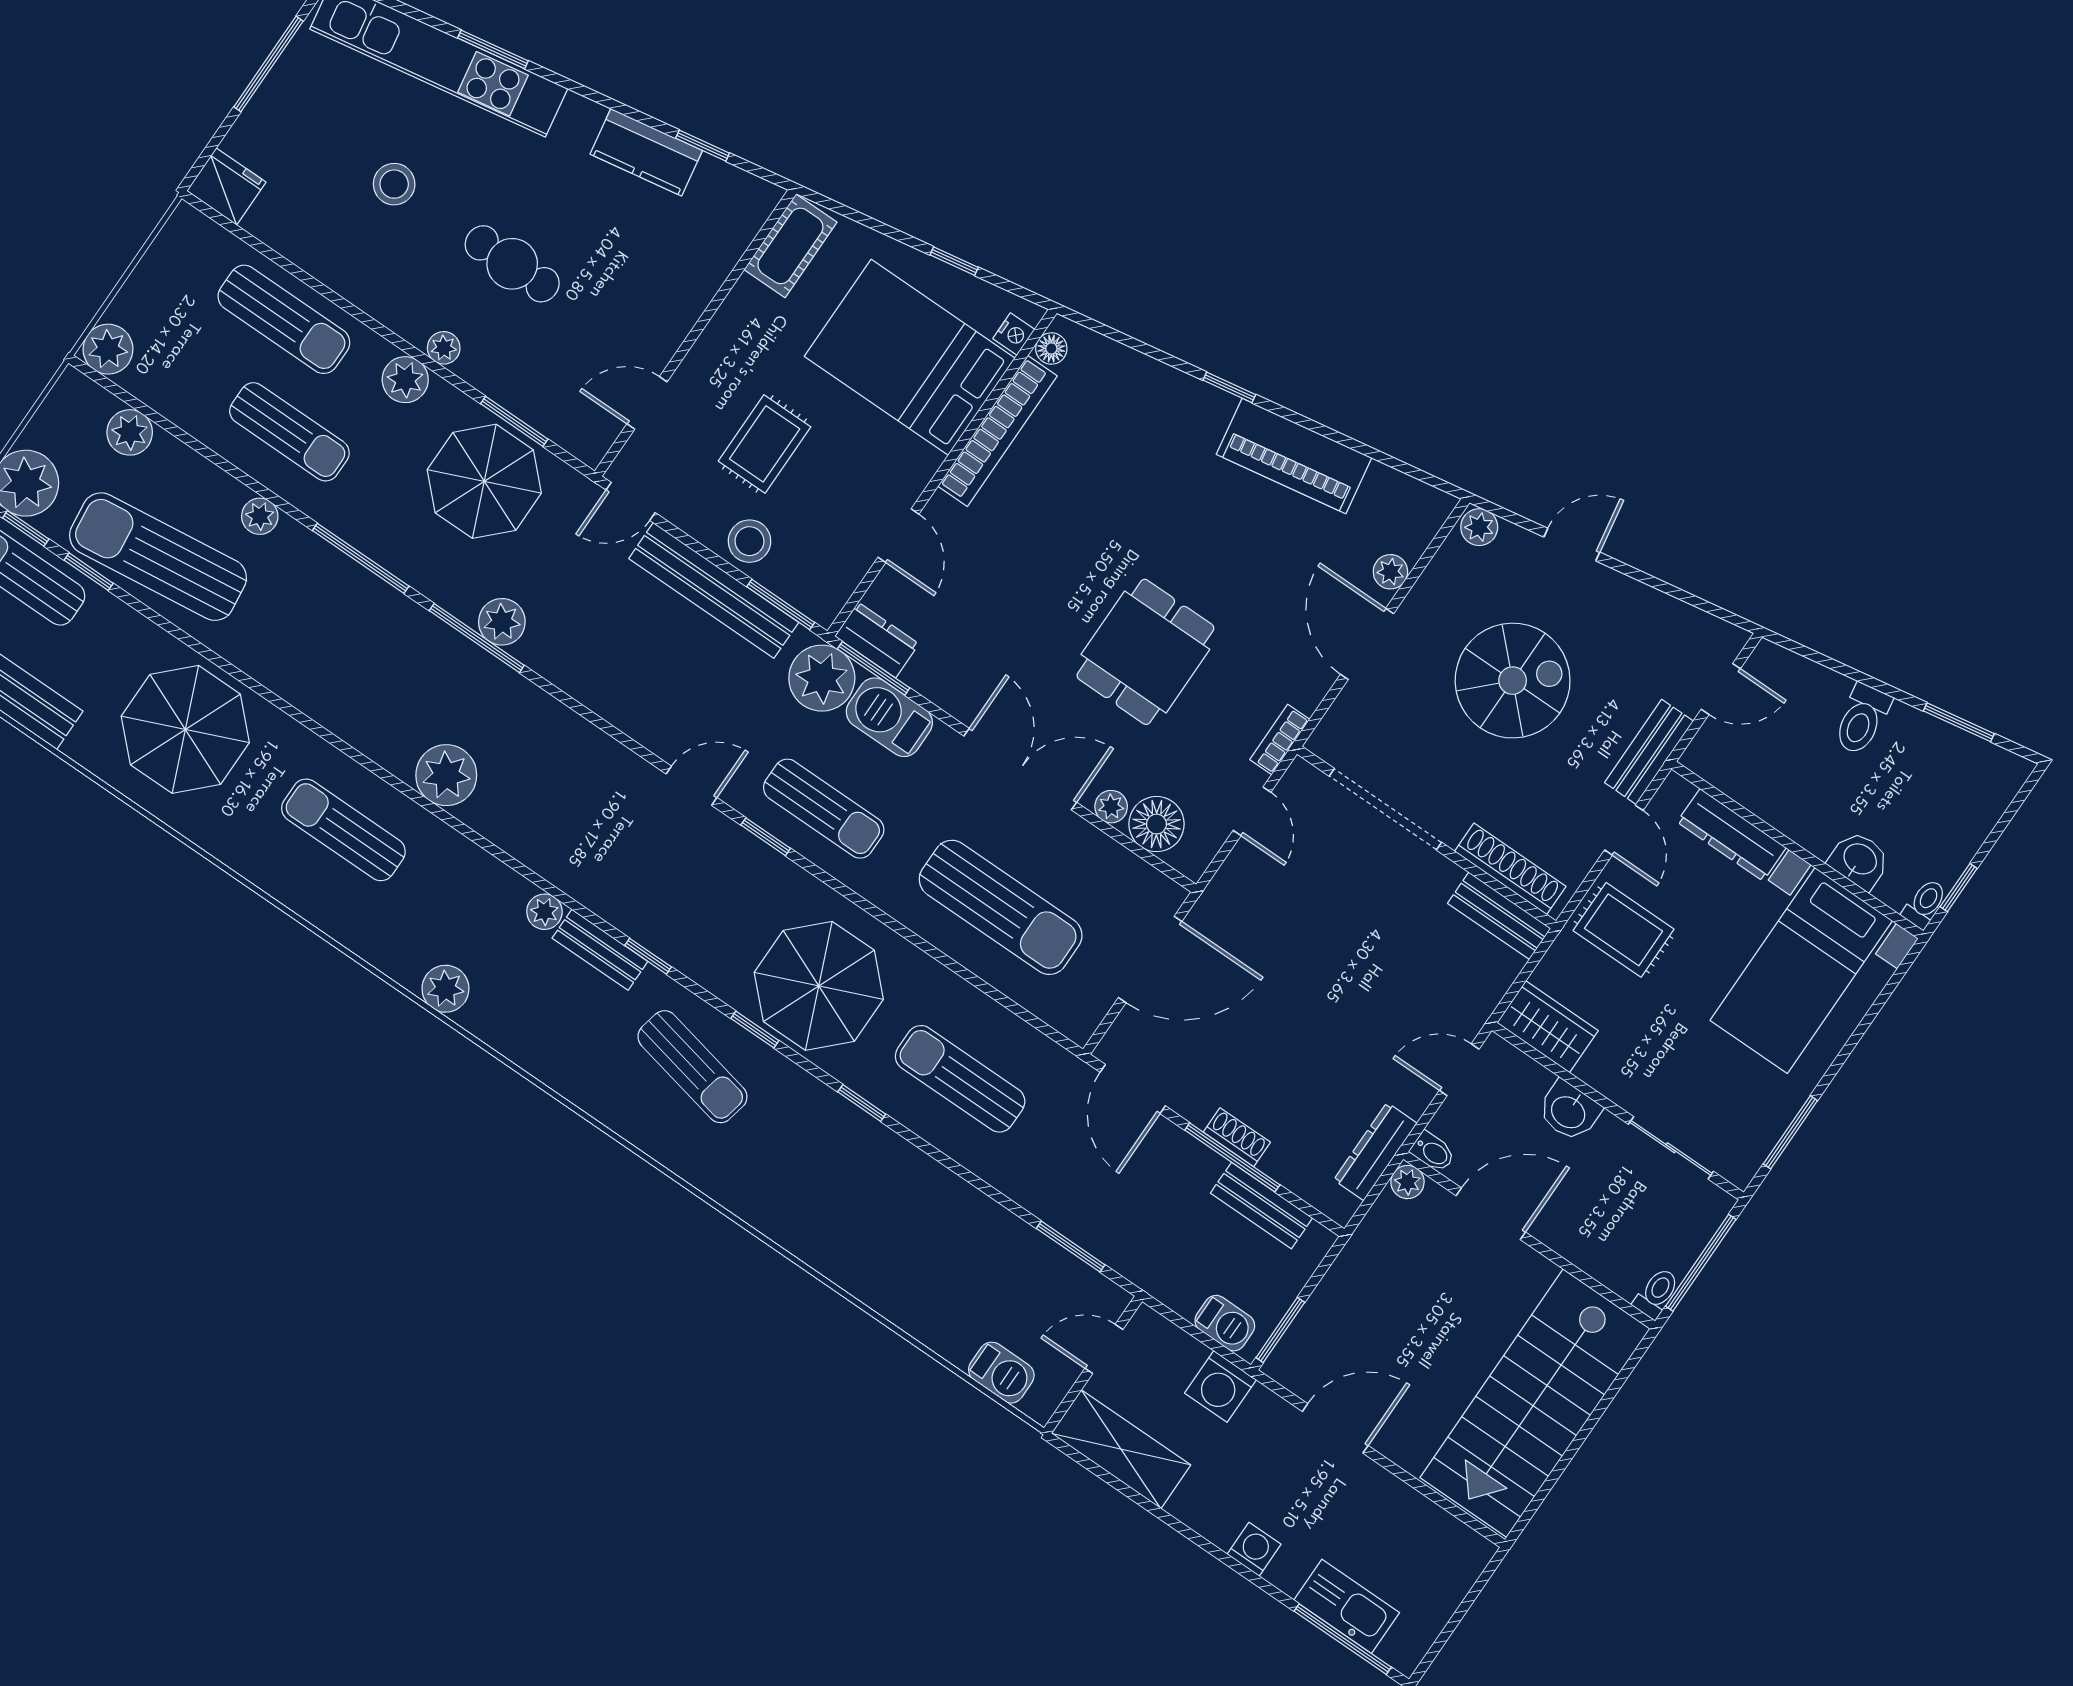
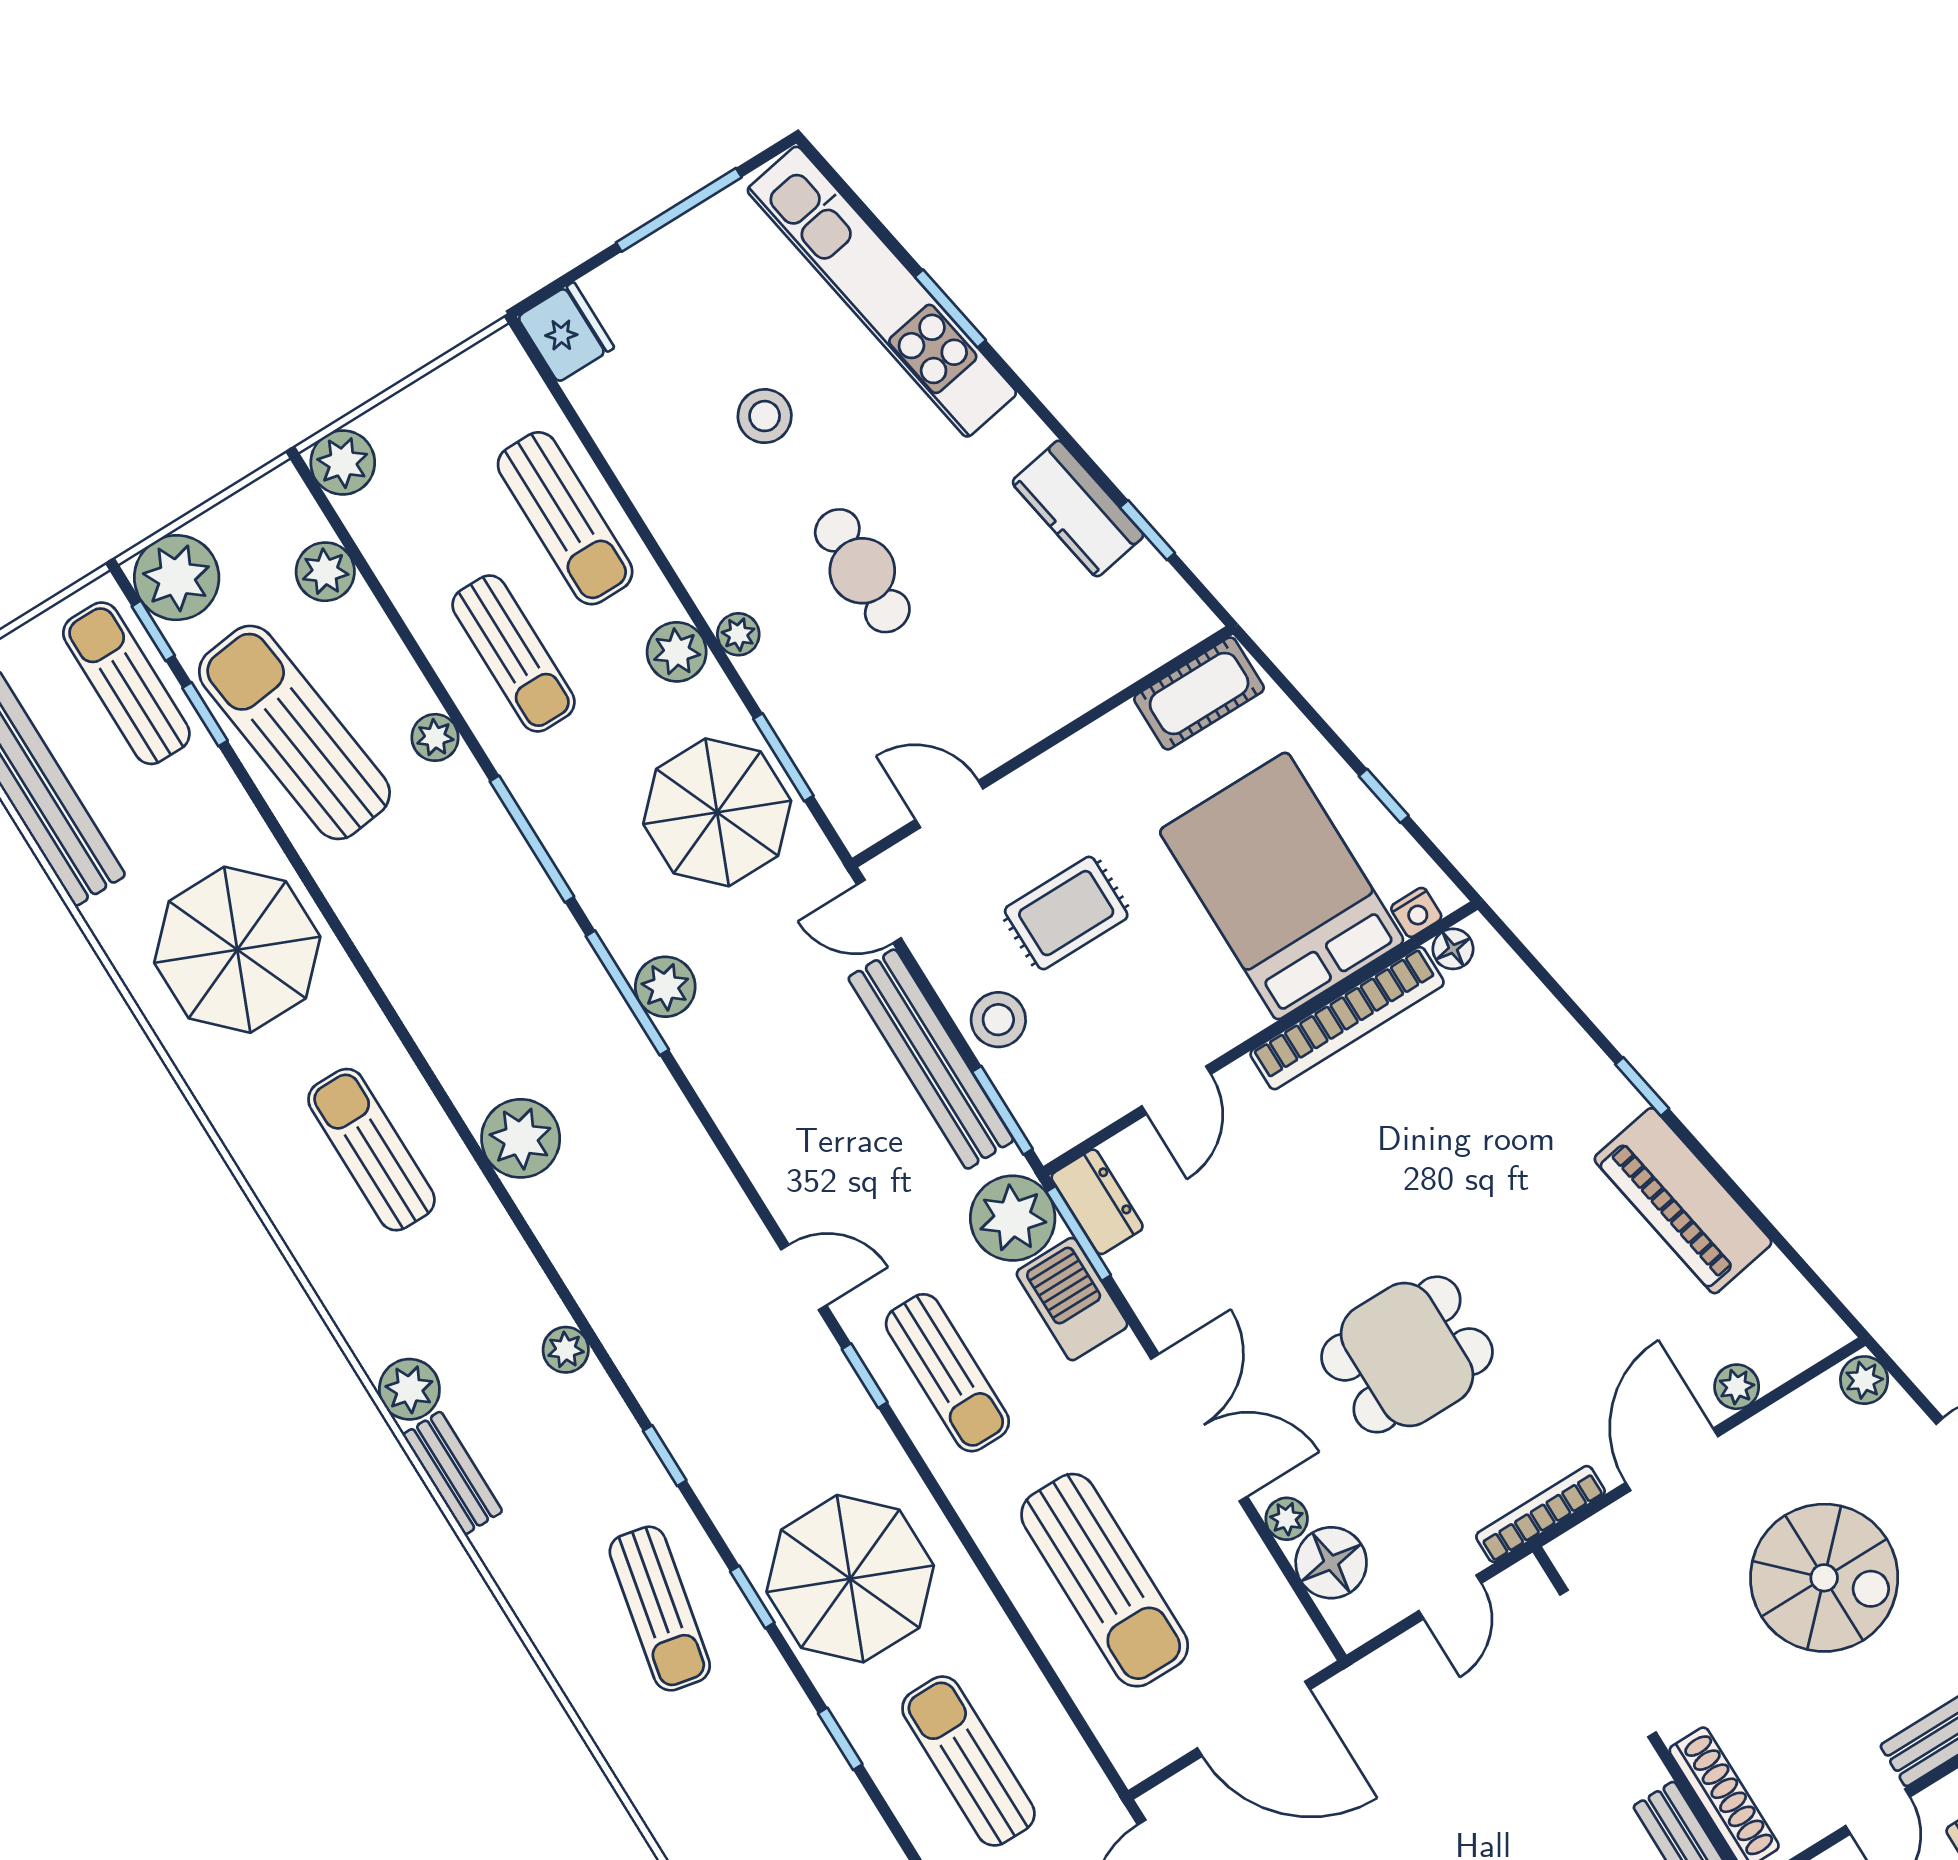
bookcase: (1280, 739) -> (1540, 1514), width x1.56
bench: (600, 950) -> (453, 1473), moved

